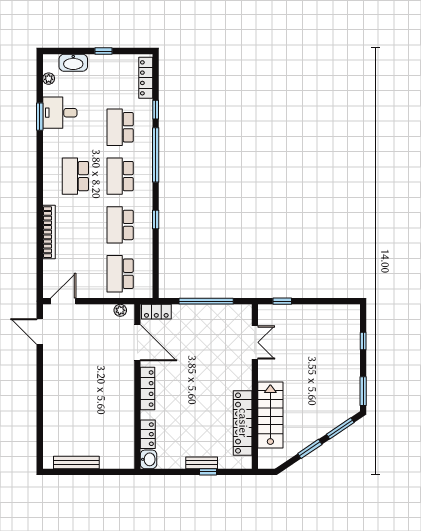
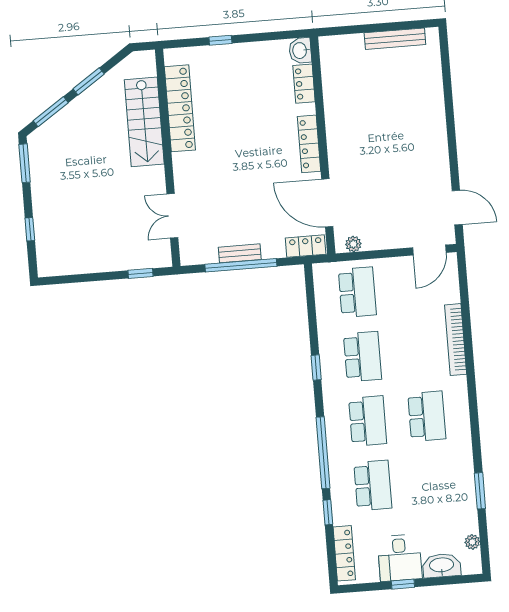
desk: (60, 113) -> (400, 558), moved, turned 90
bench: (202, 463) -> (240, 253), moved

